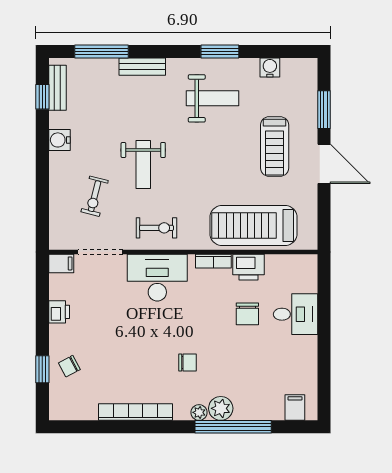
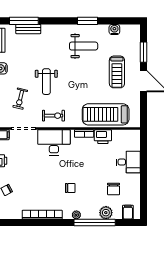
bench: (142, 67) -> (28, 29), moved
chair: (247, 314) -> (114, 189), moved
plant: (221, 408) -> (106, 213), moved

